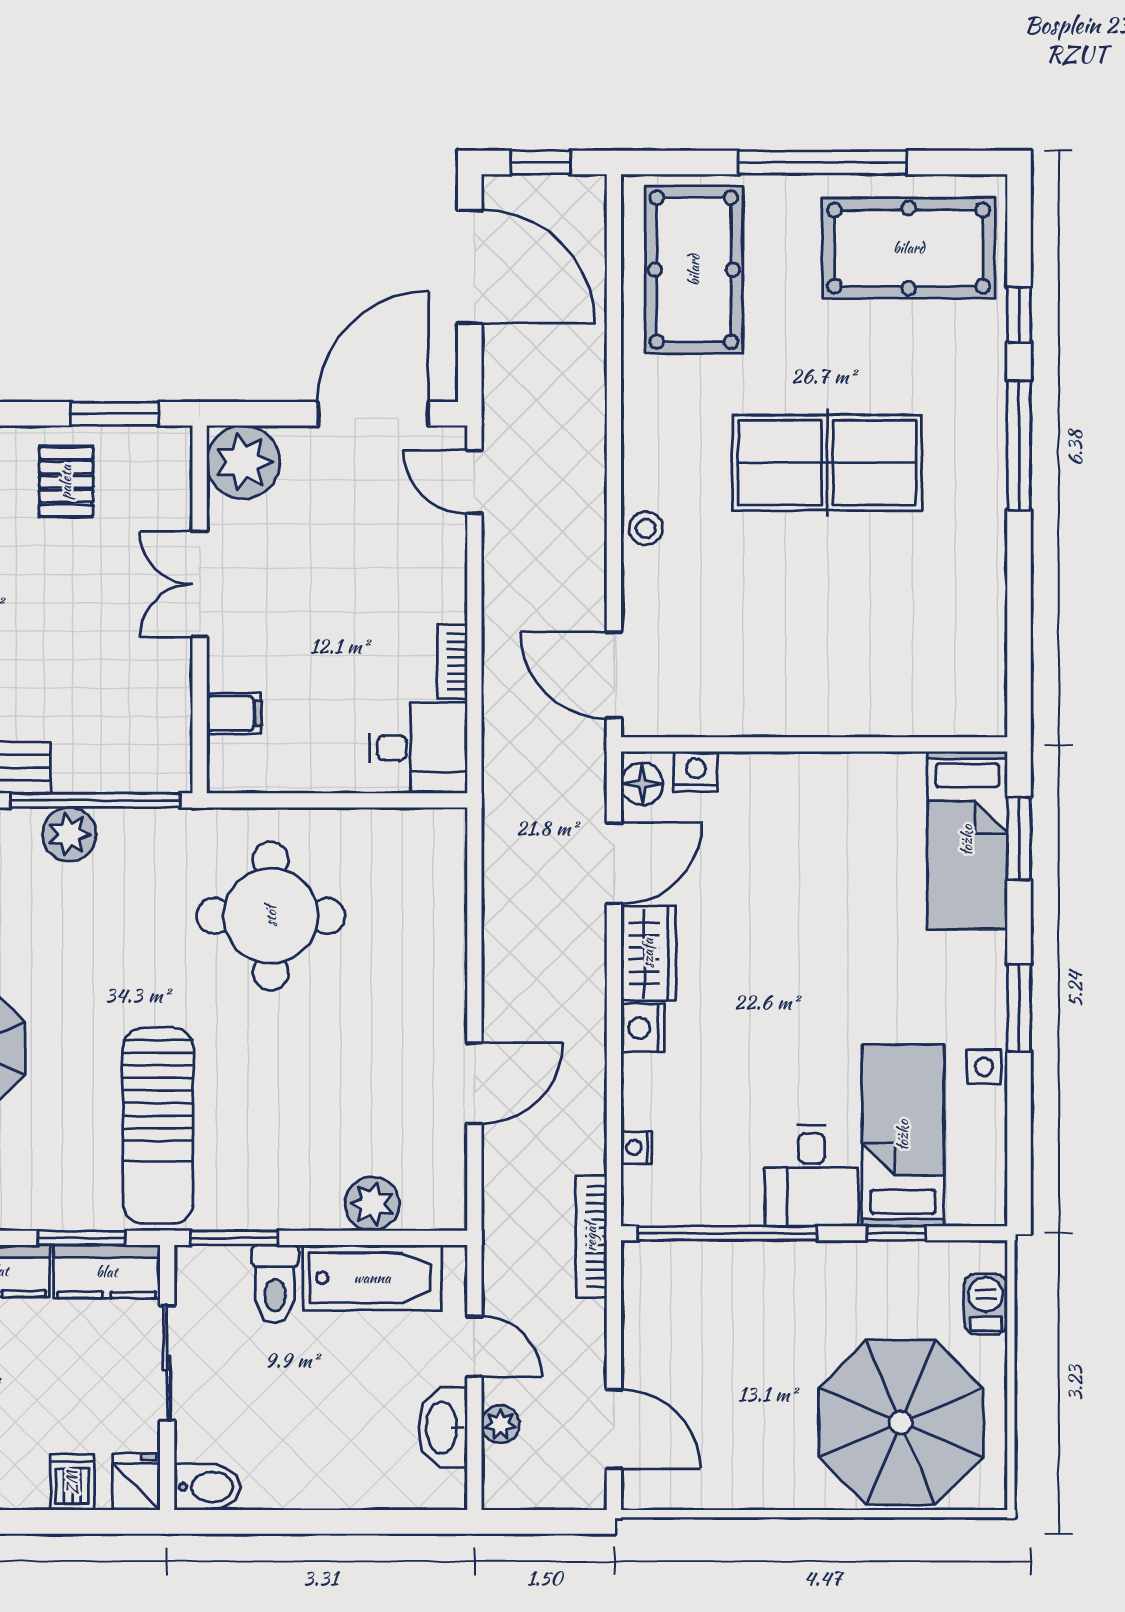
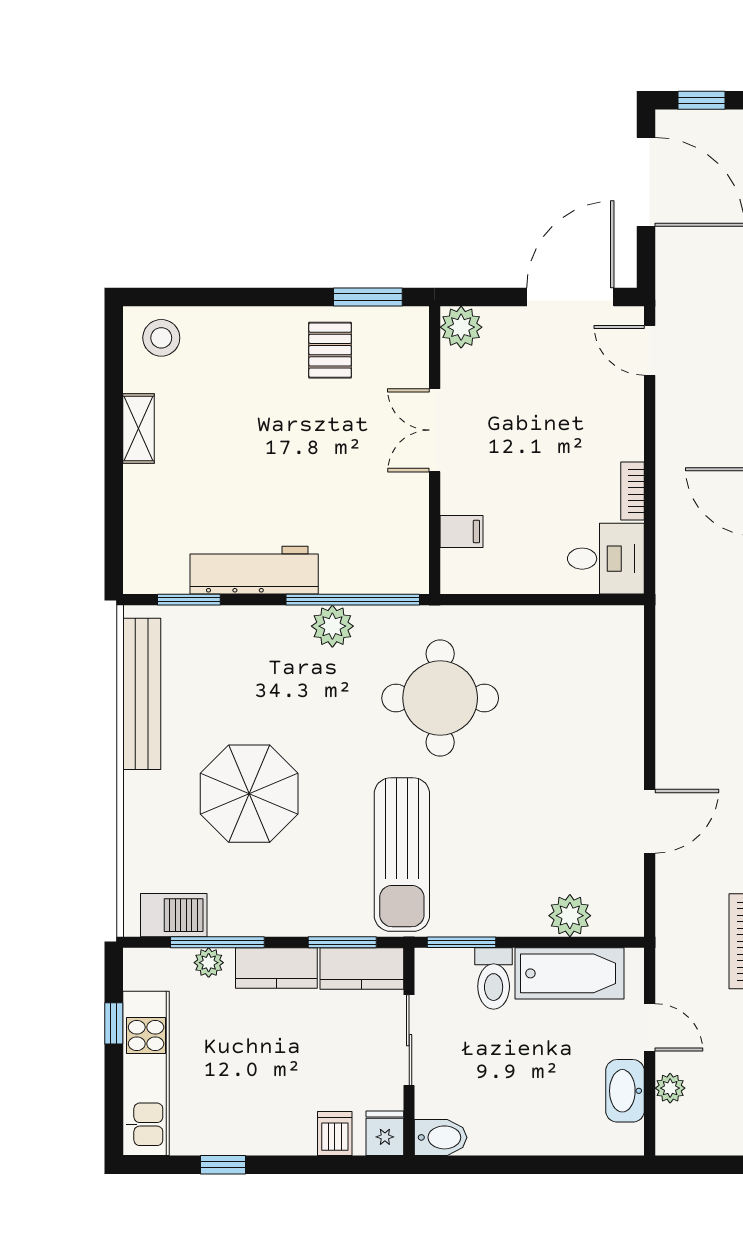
plant: (243, 462) -> (461, 327), width x0.73, depth x0.73
round table: (271, 916) -> (440, 698), moved

